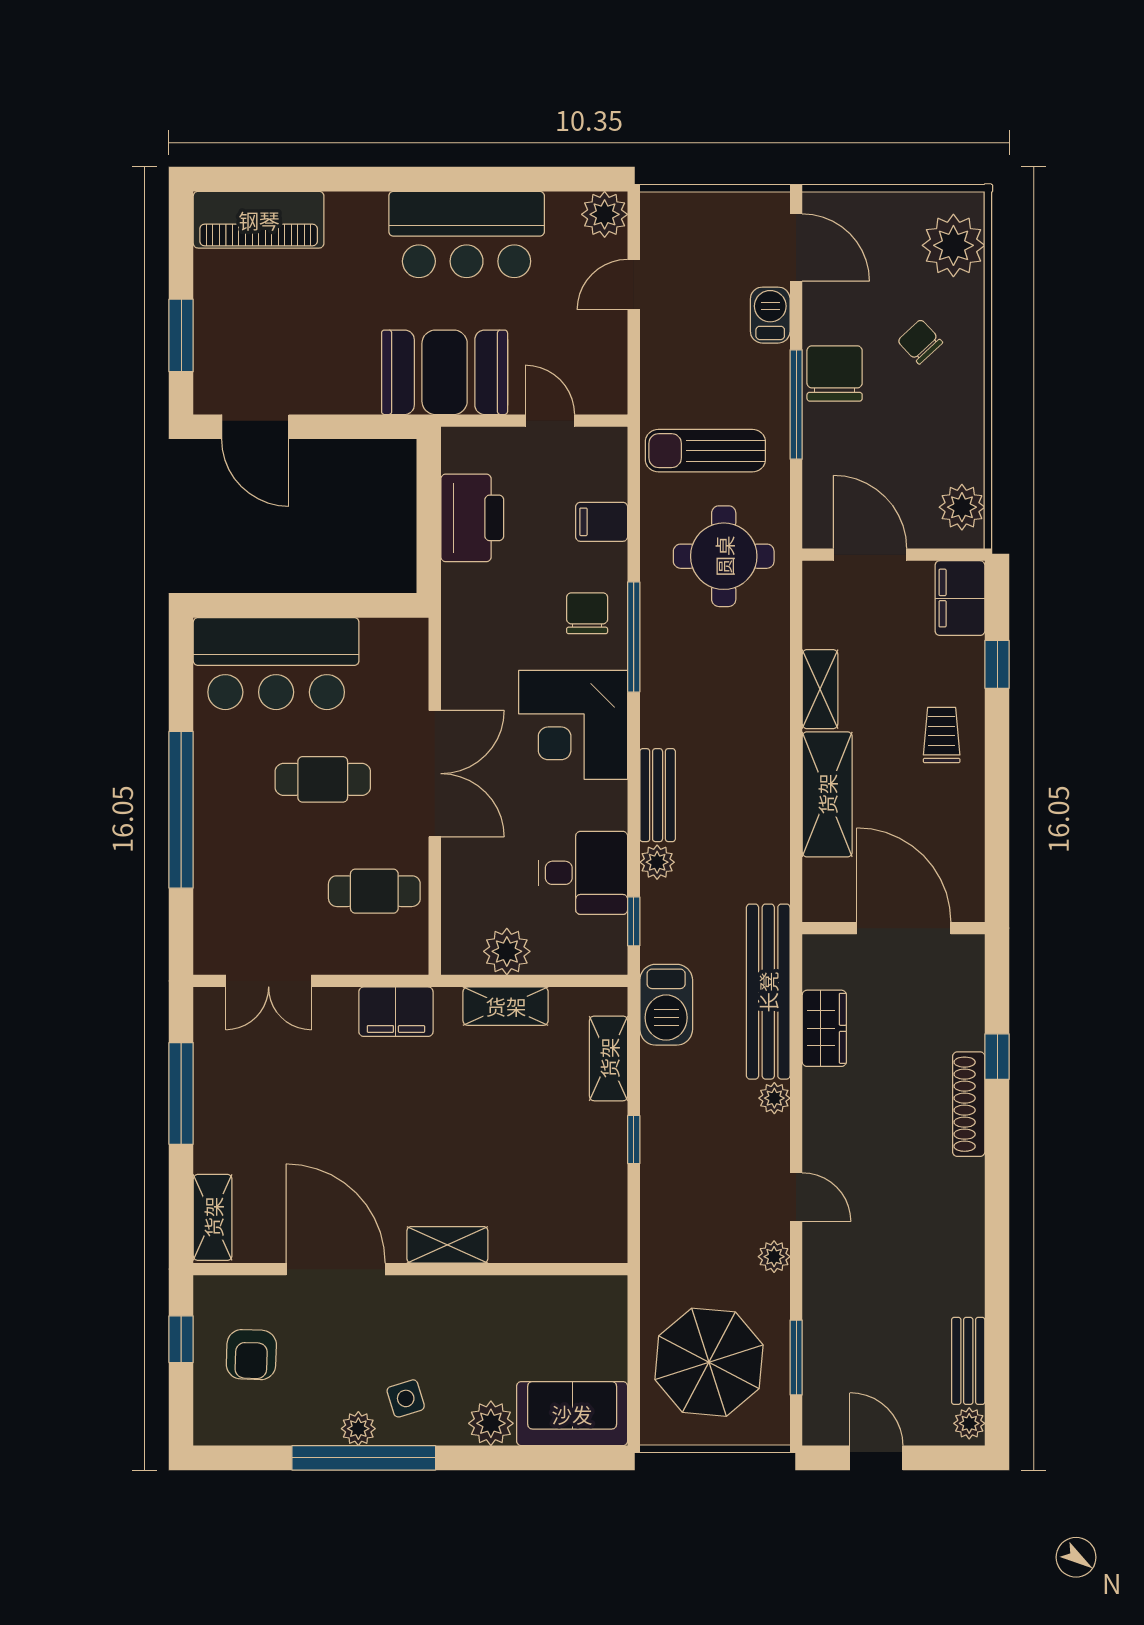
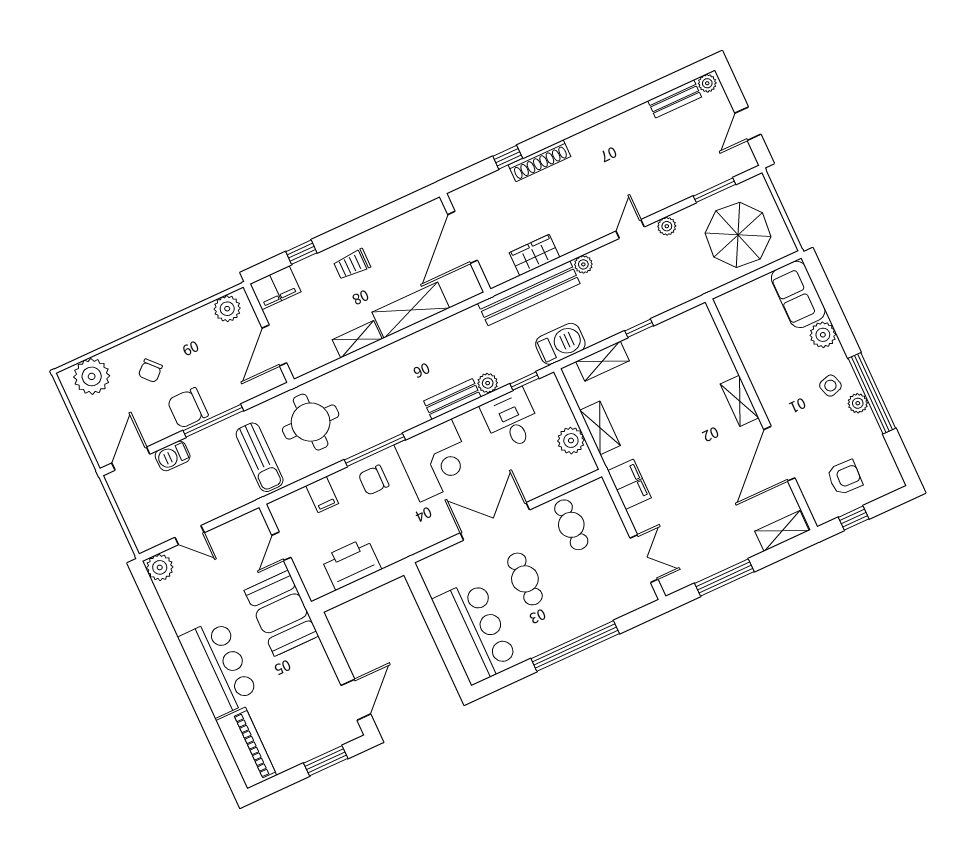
bar counter: (467, 234) -> (219, 668), moved

